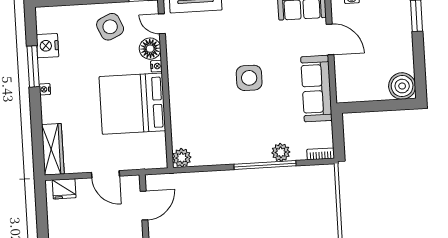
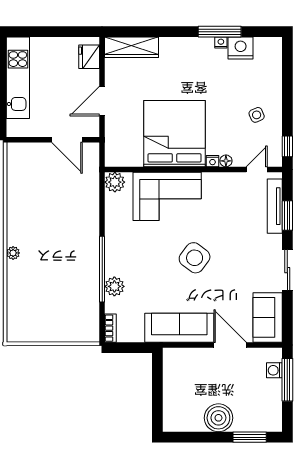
side table: (110, 27) -> (257, 115), width x0.54, depth x0.54
door: (330, 39) -> (230, 345), swing flipped
floor lamp: (150, 49) -> (226, 161), width x0.53, depth x0.53
side table: (249, 78) -> (195, 258), turned 37
boiler: (402, 86) -> (218, 418), moved
nightstand: (45, 89) -> (221, 43), moved
corner sofa: (192, 107) -> (167, 196), added

